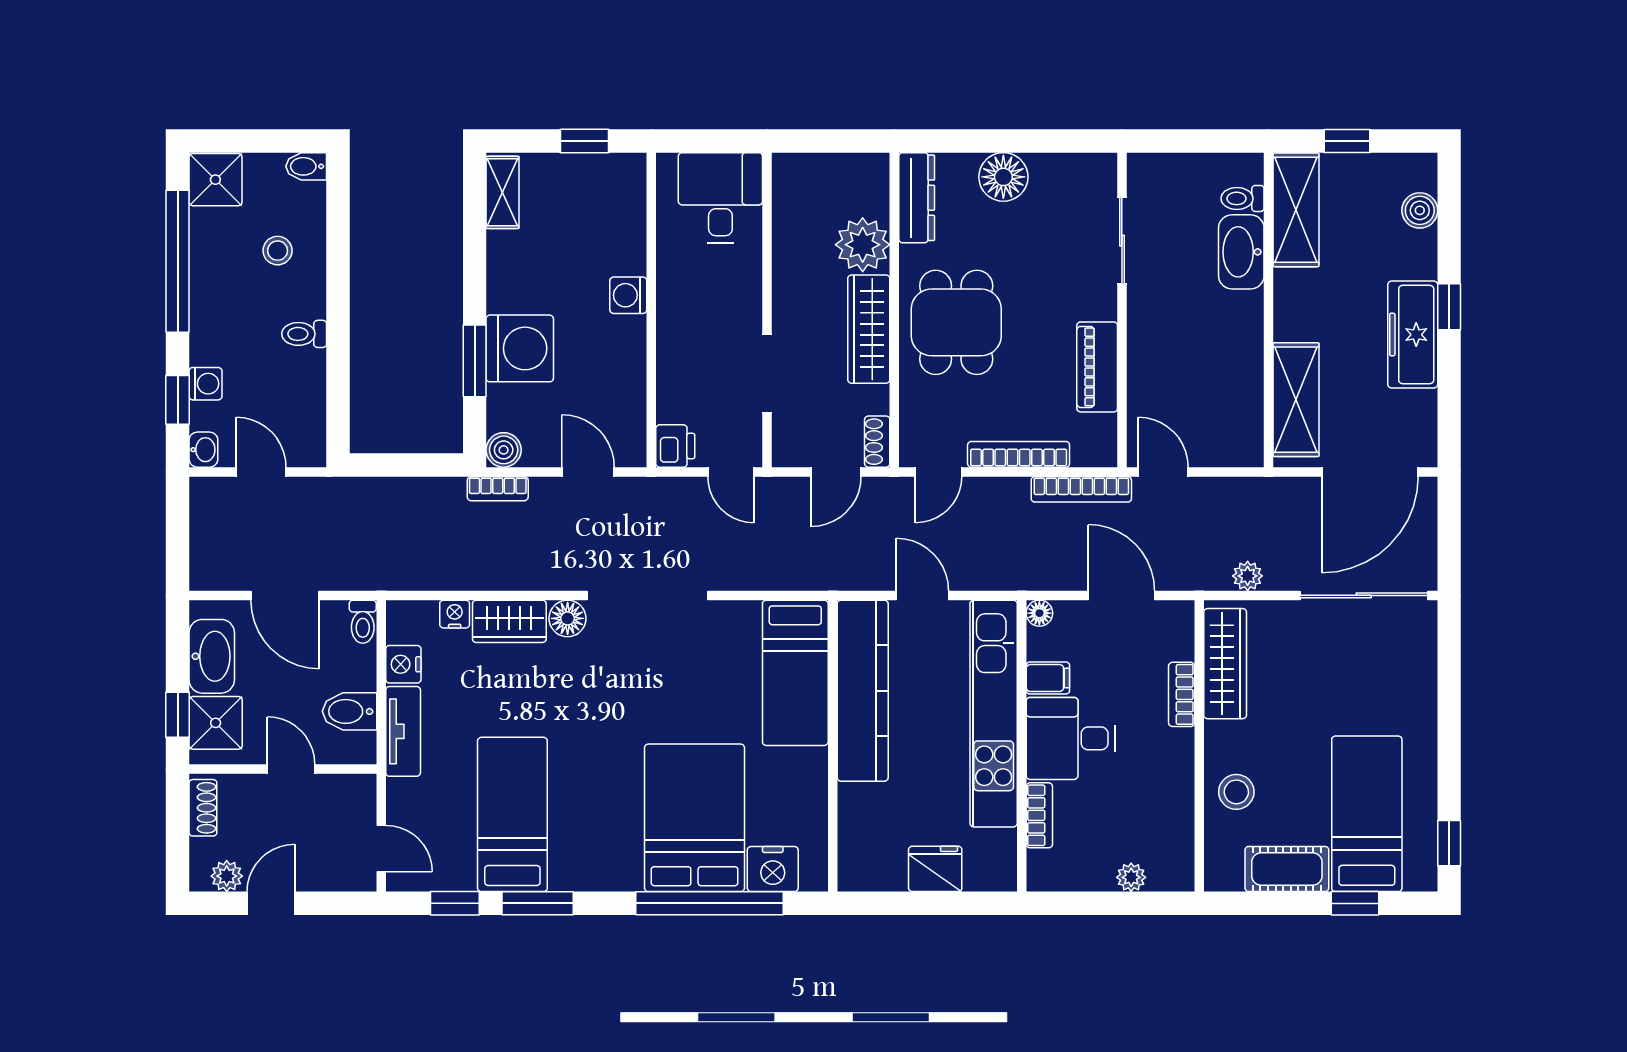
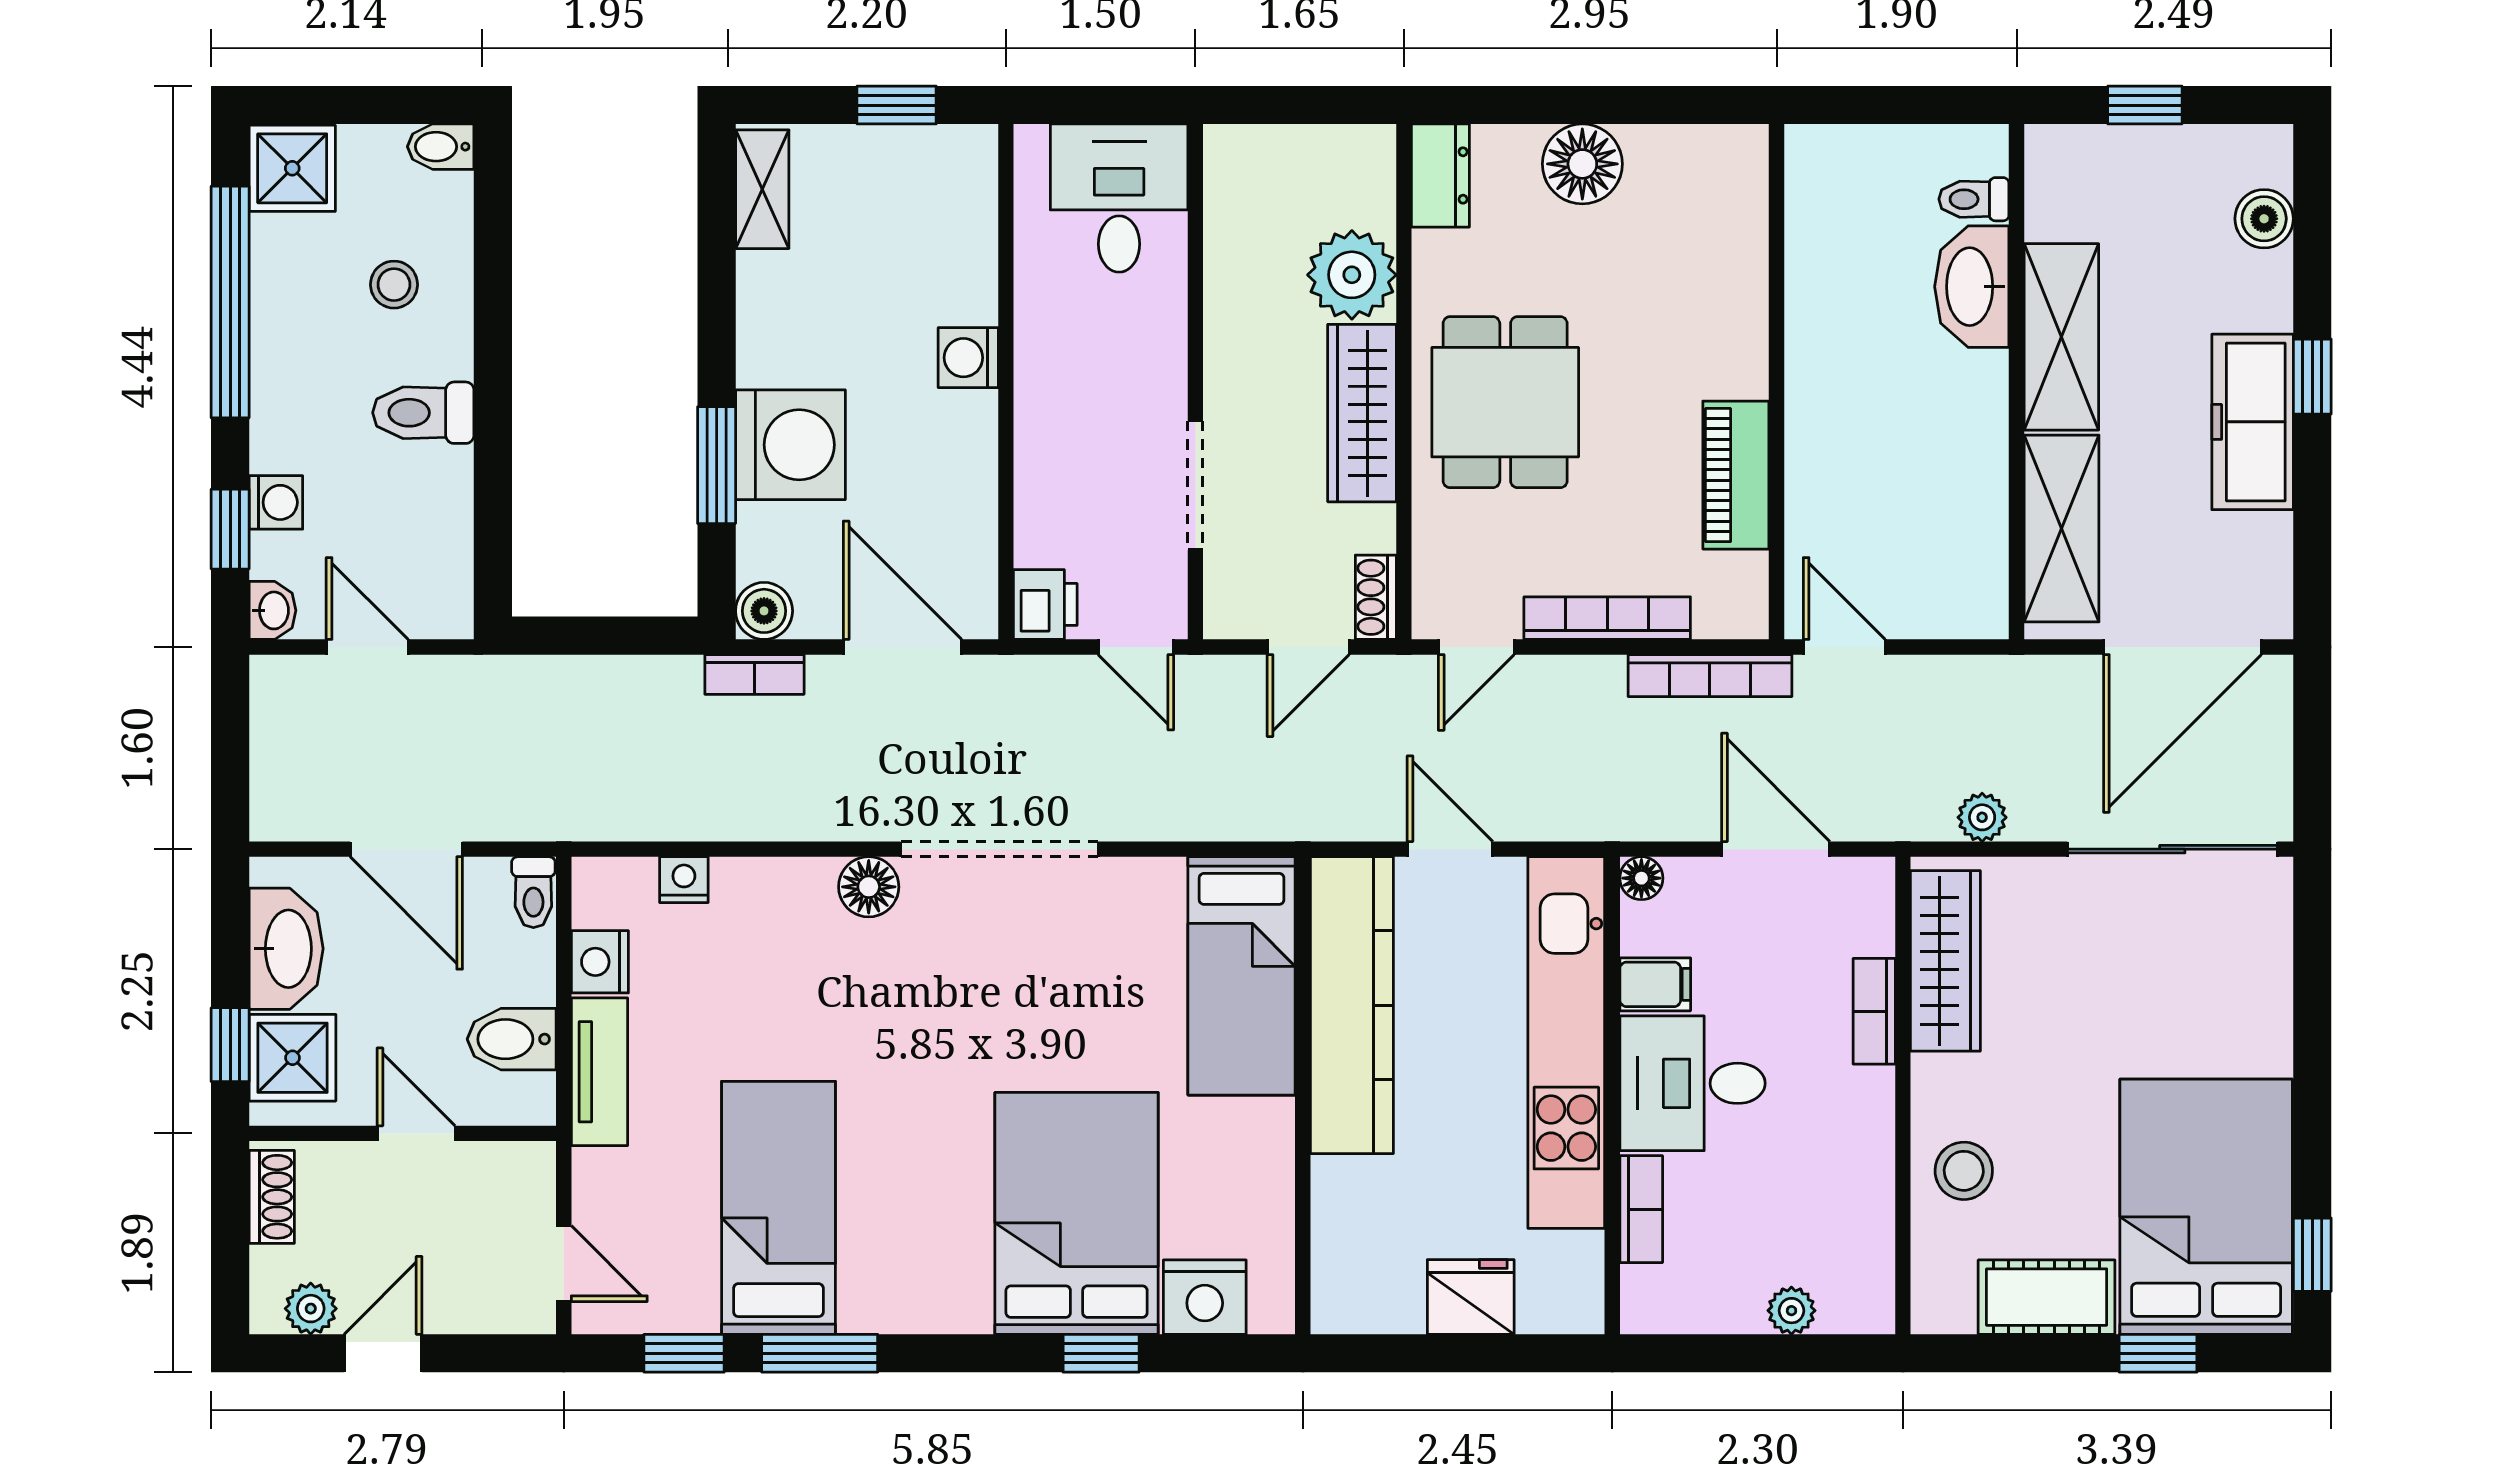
dresser: (917, 198) -> (1440, 175), width x0.70
shelving: (1296, 210) -> (2061, 337), moved
sliding door: (1122, 241) -> (1777, 268), removed
toilet: (304, 334) -> (423, 413), width x1.37, depth x1.39
door: (588, 472) -> (903, 647), width x1.38
wardrobe: (509, 621) -> (773, 892), removed
bed: (1367, 814) -> (2206, 1207), width x1.50
window: (709, 903) -> (1101, 1353), width x0.32

